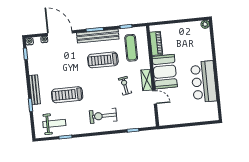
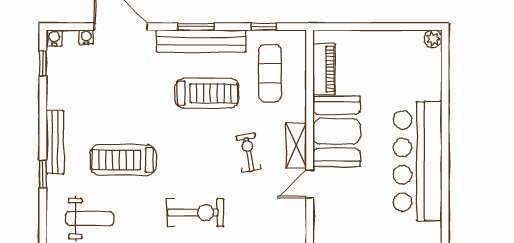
treadmill: (103, 60) -> (207, 93), turned 180
bar counter: (204, 82) -> (418, 161), width x1.36
door: (155, 97) -> (310, 184), swing flipped
exercise bike: (103, 116) -> (195, 213), turned 180

